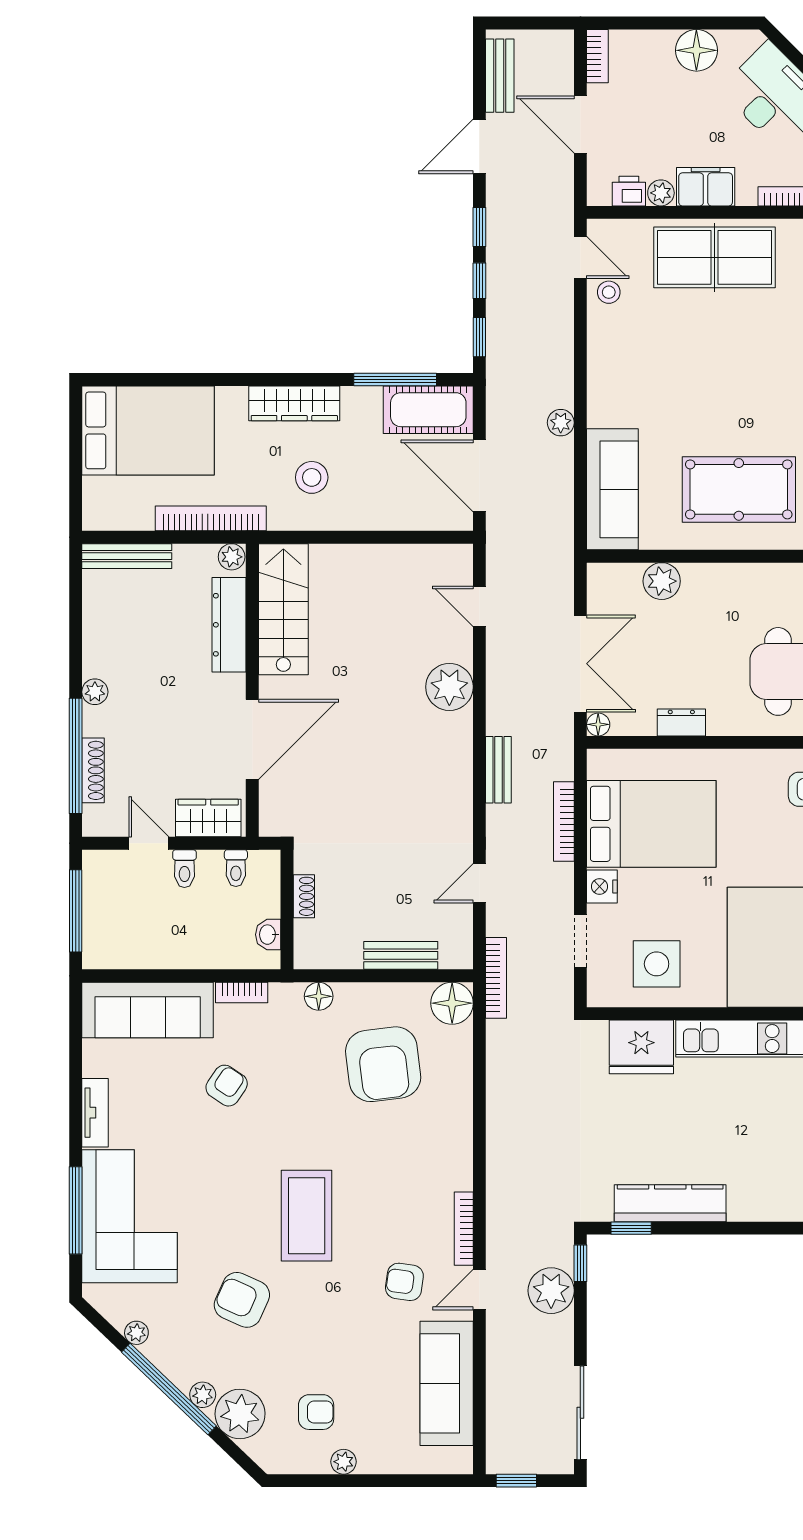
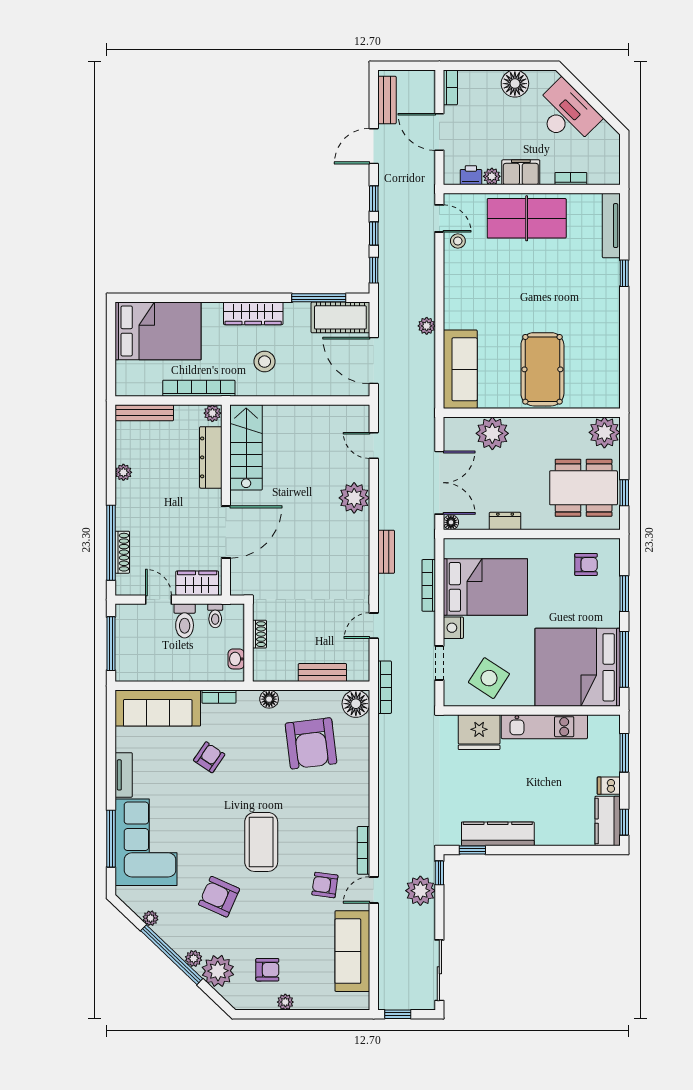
pool table: (739, 489) -> (542, 369), turned 90
plant: (662, 581) -> (492, 433), width x1.36, depth x1.36
plant: (95, 692) -> (123, 472), moved
toilet: (184, 869) -> (185, 621), width x1.37, depth x1.39
side table: (657, 964) -> (489, 678), turned 33

